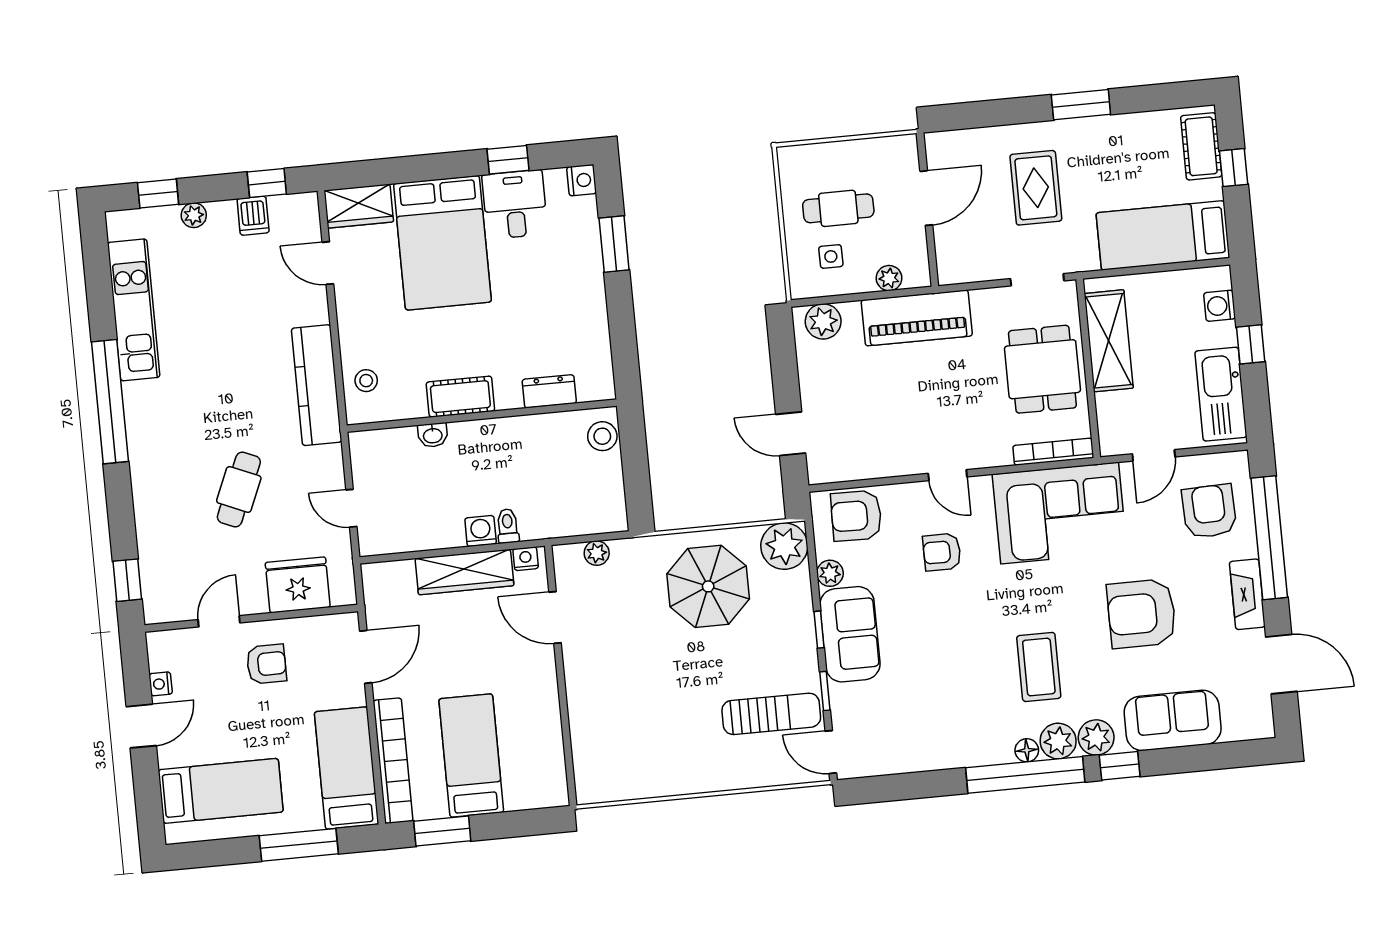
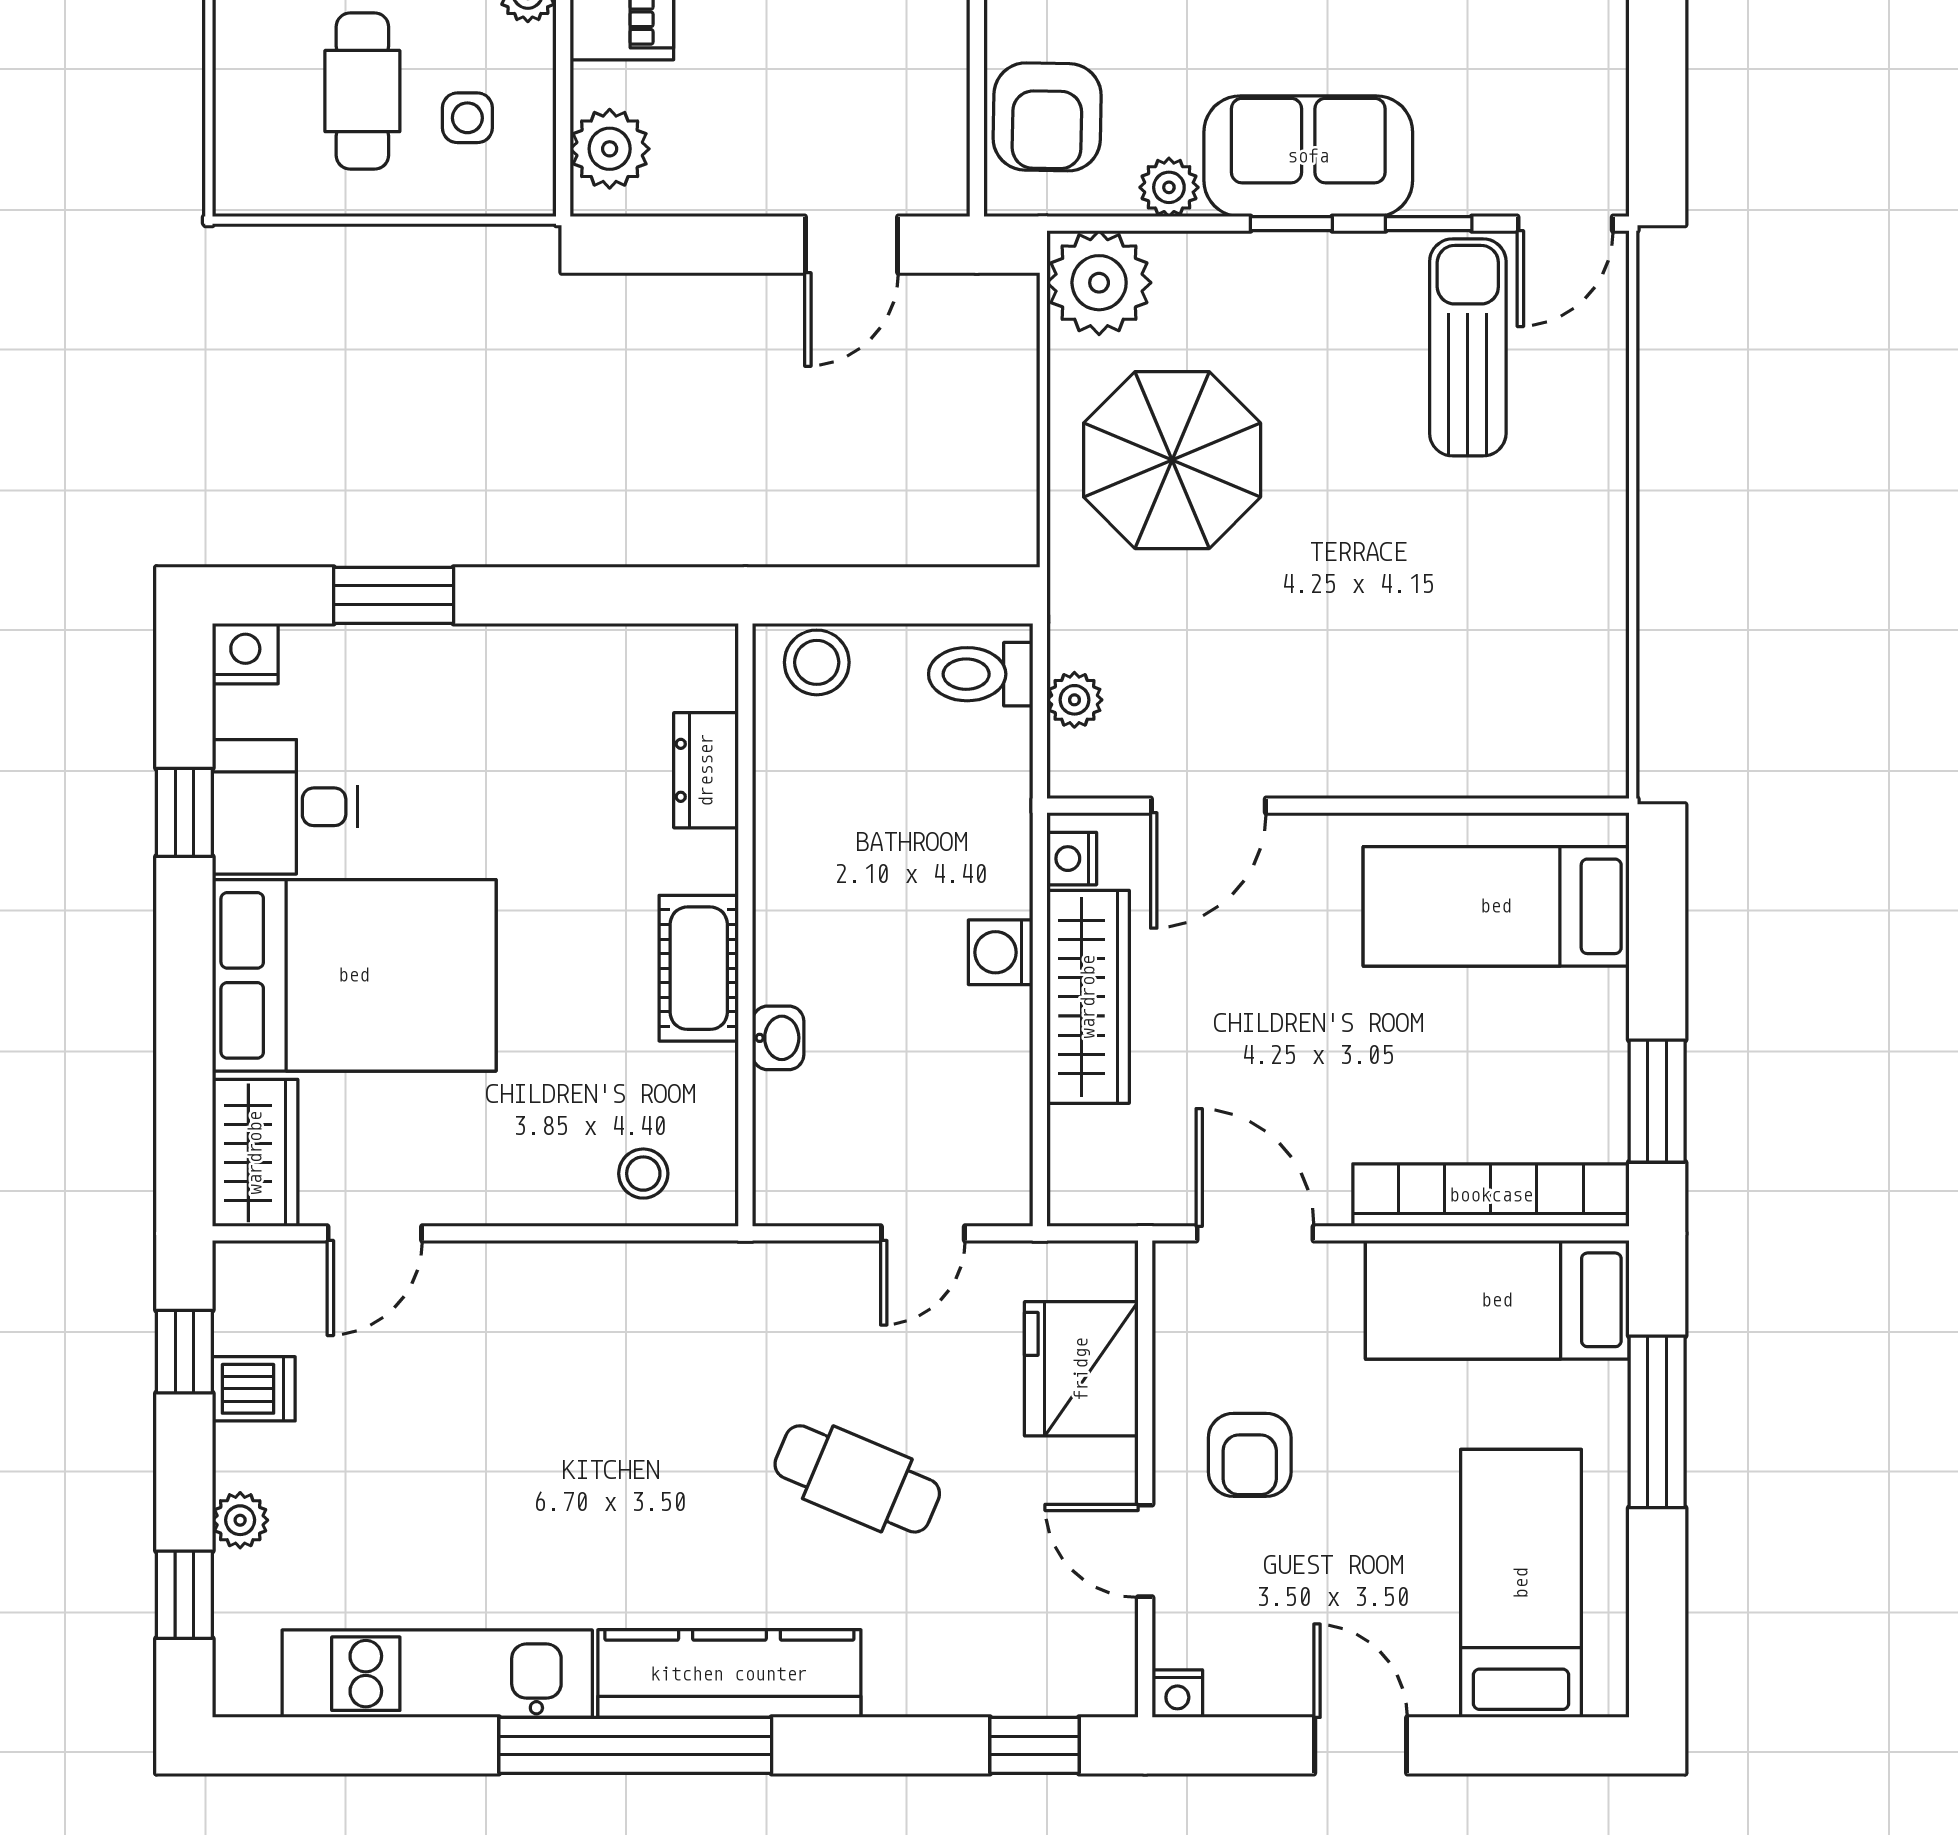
kitchen counter: (317, 385) -> (729, 1674), moved, turned 180
toilet: (508, 526) -> (981, 674), moved, width x1.37, depth x1.39
armchair: (266, 664) -> (1250, 1455), turned 180
nightstand: (161, 684) -> (1177, 1694), moved
bed: (471, 756) -> (1496, 906), moved

